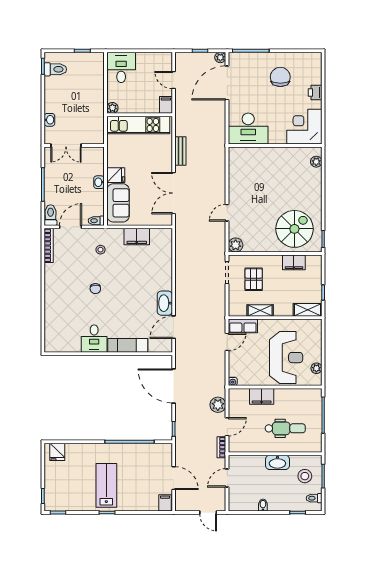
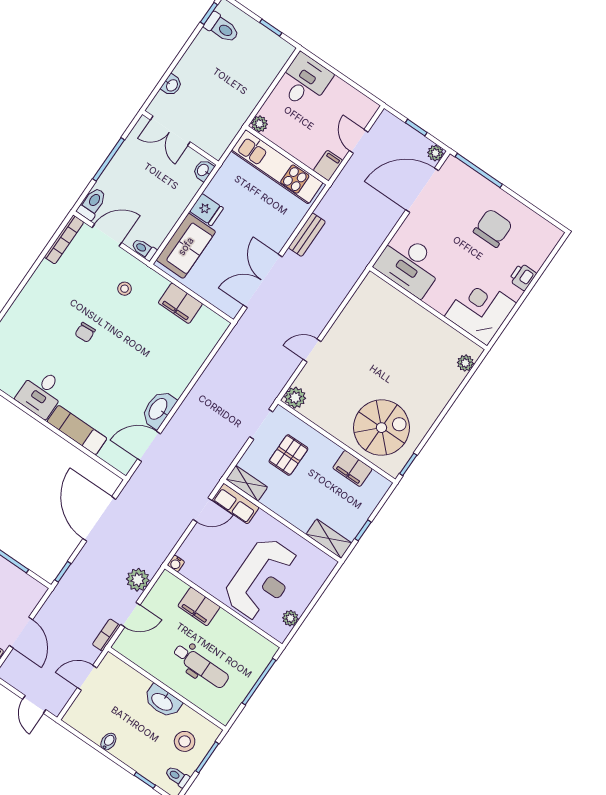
washbasin: (99, 182) -> (203, 170), moved
shelving: (260, 310) -> (247, 483), moved

